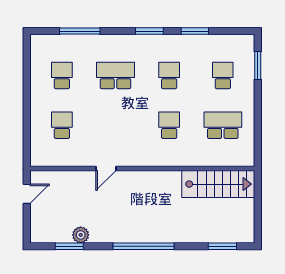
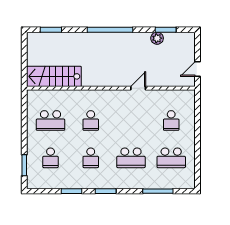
school desk: (62, 75) -> (171, 158), width x1.85

